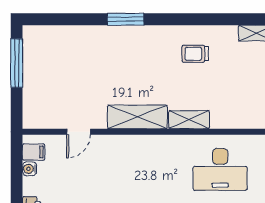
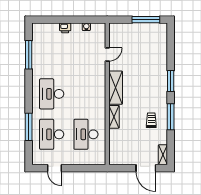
window: (189, 19) -> (171, 117), added
door: (79, 132) -> (107, 54), swing flipped
filing cabinet: (34, 152) -> (96, 29), removed

